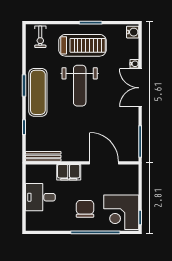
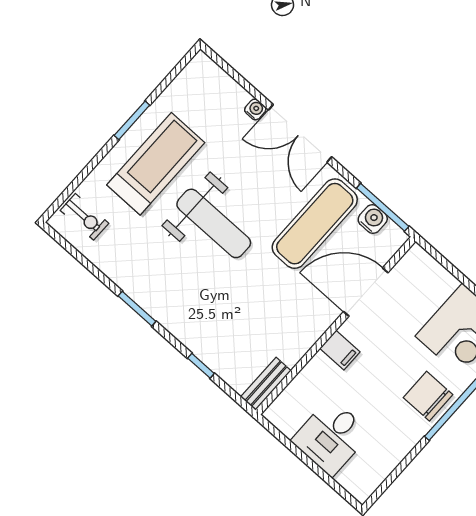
water cooler: (133, 32) -> (373, 219), moved
exercise mat: (38, 92) -> (315, 224), moved, turned 90
bench: (43, 156) -> (266, 384), width x0.73
filing cabinet: (69, 172) -> (340, 350), width x0.50
chair: (85, 209) -> (428, 396), moved

